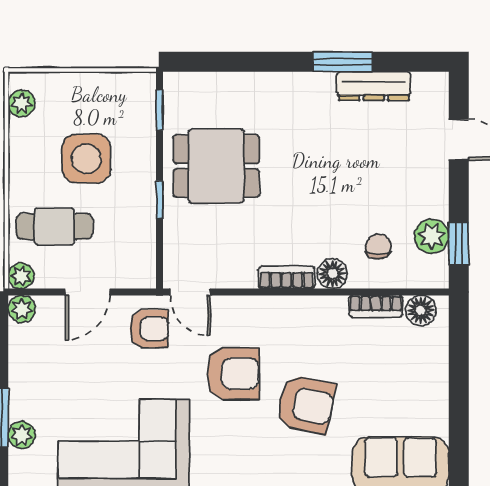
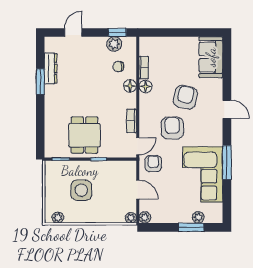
cafe table: (54, 226) -> (110, 204), removed
bookcase: (287, 277) -> (132, 121), moved
floor lamp: (421, 310) -> (146, 87), moved

